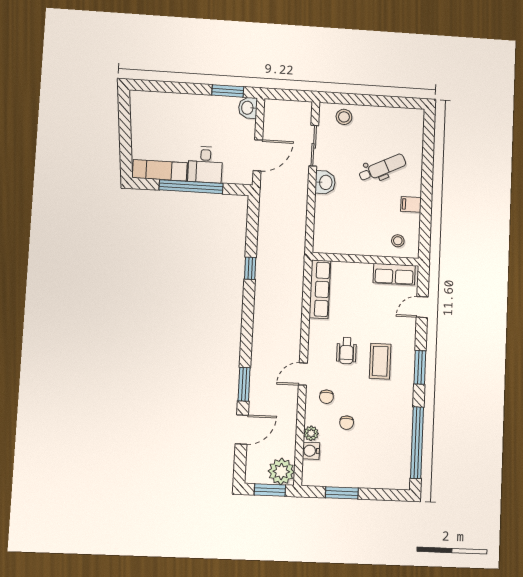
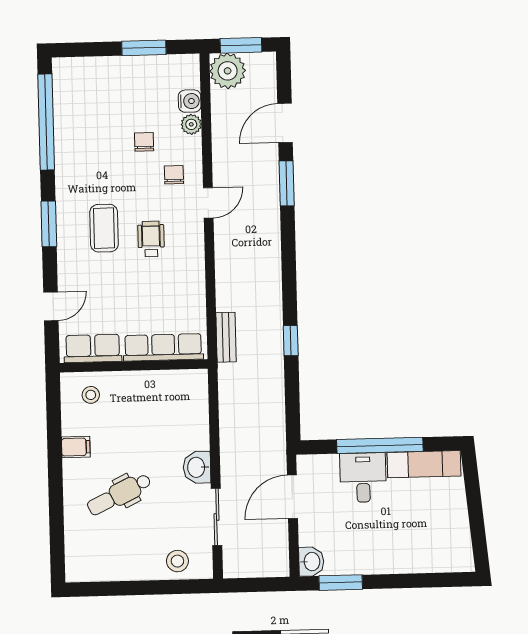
bench: (297, 274) -> (226, 337), added
row of seats: (320, 289) -> (163, 347), moved, turned 90

